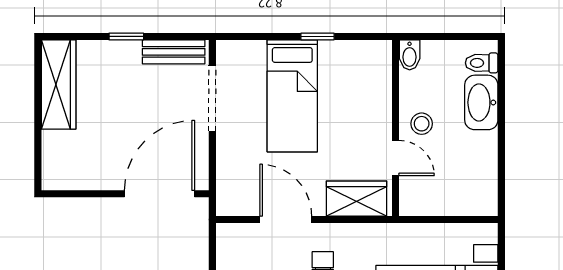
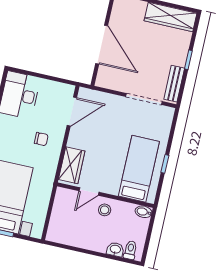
bed: (292, 96) -> (139, 169), moved, turned 90
washbasin: (481, 102) -> (115, 249), width x0.52, depth x0.69
door: (159, 194) -> (102, 45), moved
door: (286, 220) -> (72, 111), moved

